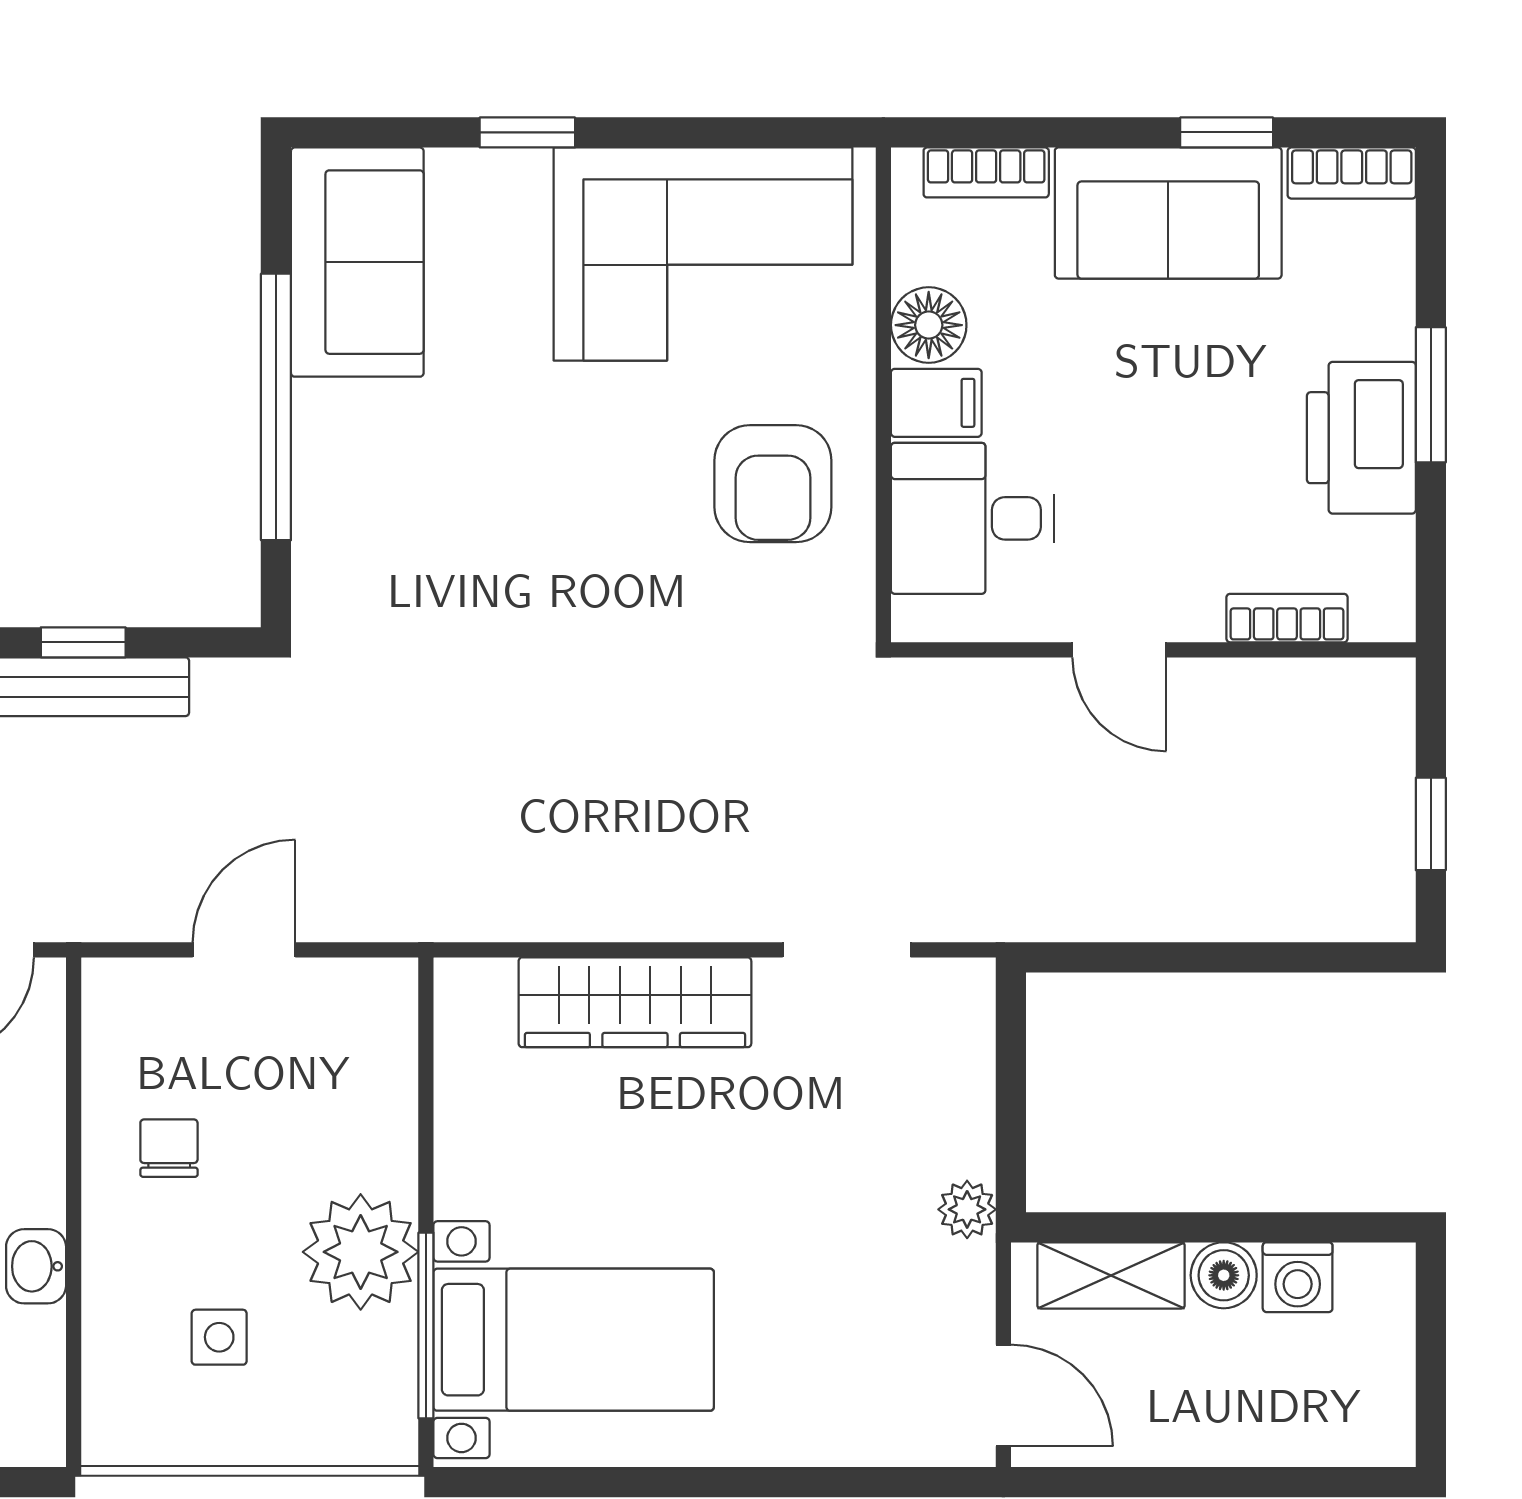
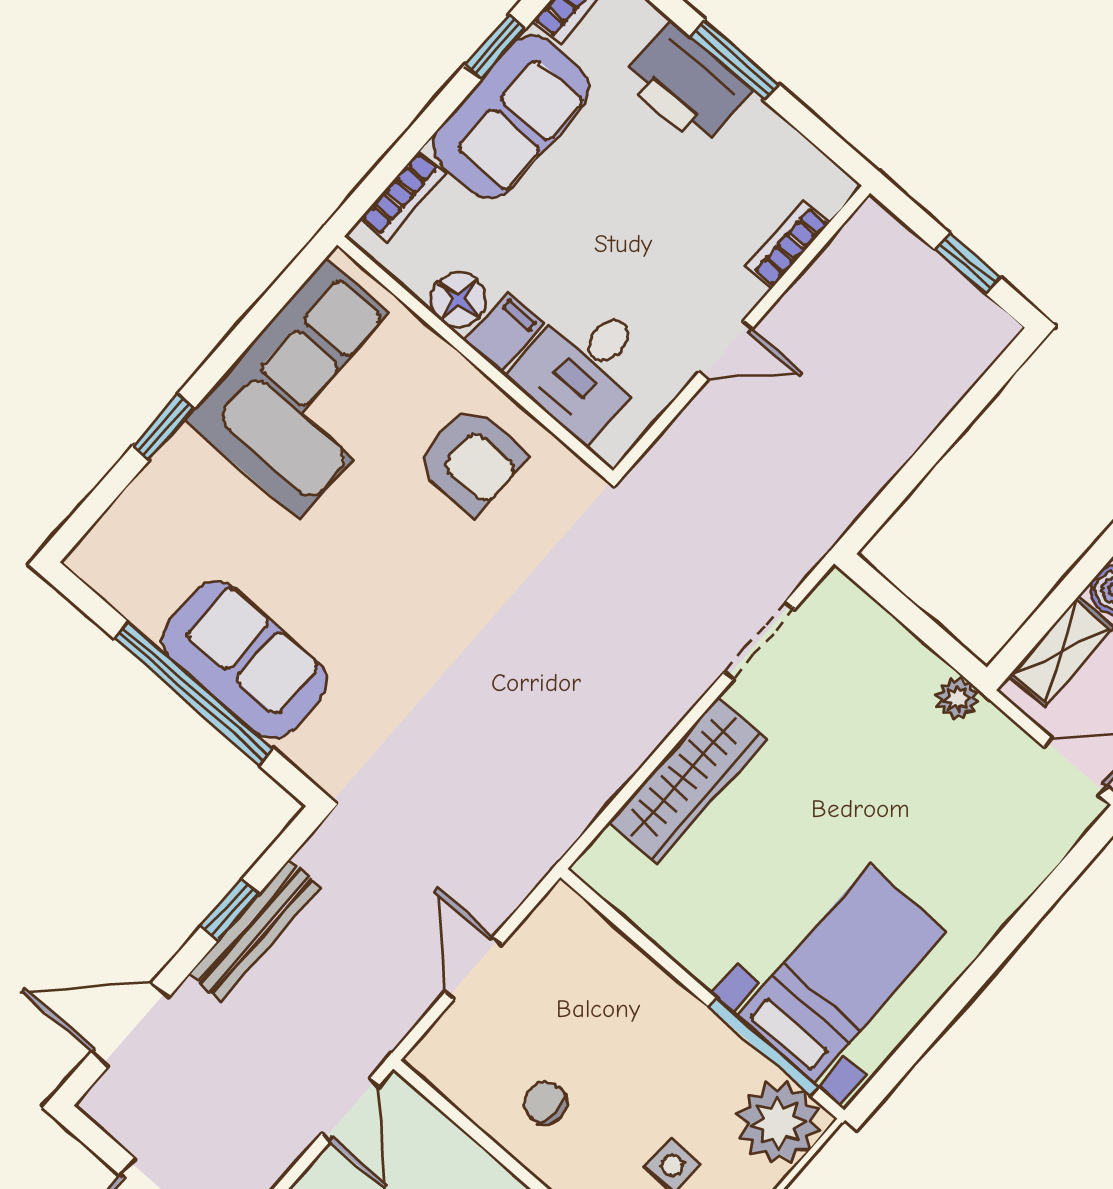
sofa: (357, 262) -> (245, 660), moved
printer: (1361, 438) -> (686, 84), moved
plant: (361, 1252) -> (778, 1123), moved

